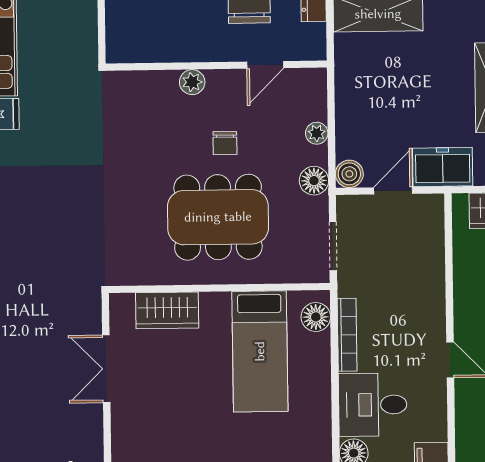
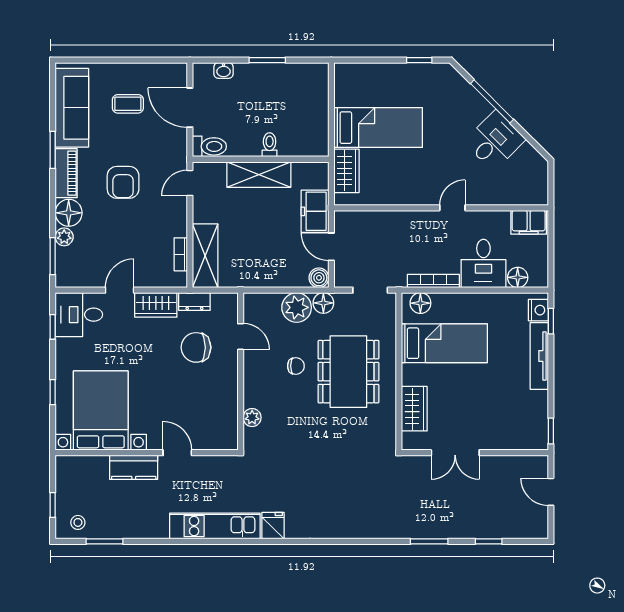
plant: (192, 82) -> (252, 418), moved
plant: (317, 133) -> (297, 307), width x1.87, depth x1.87

